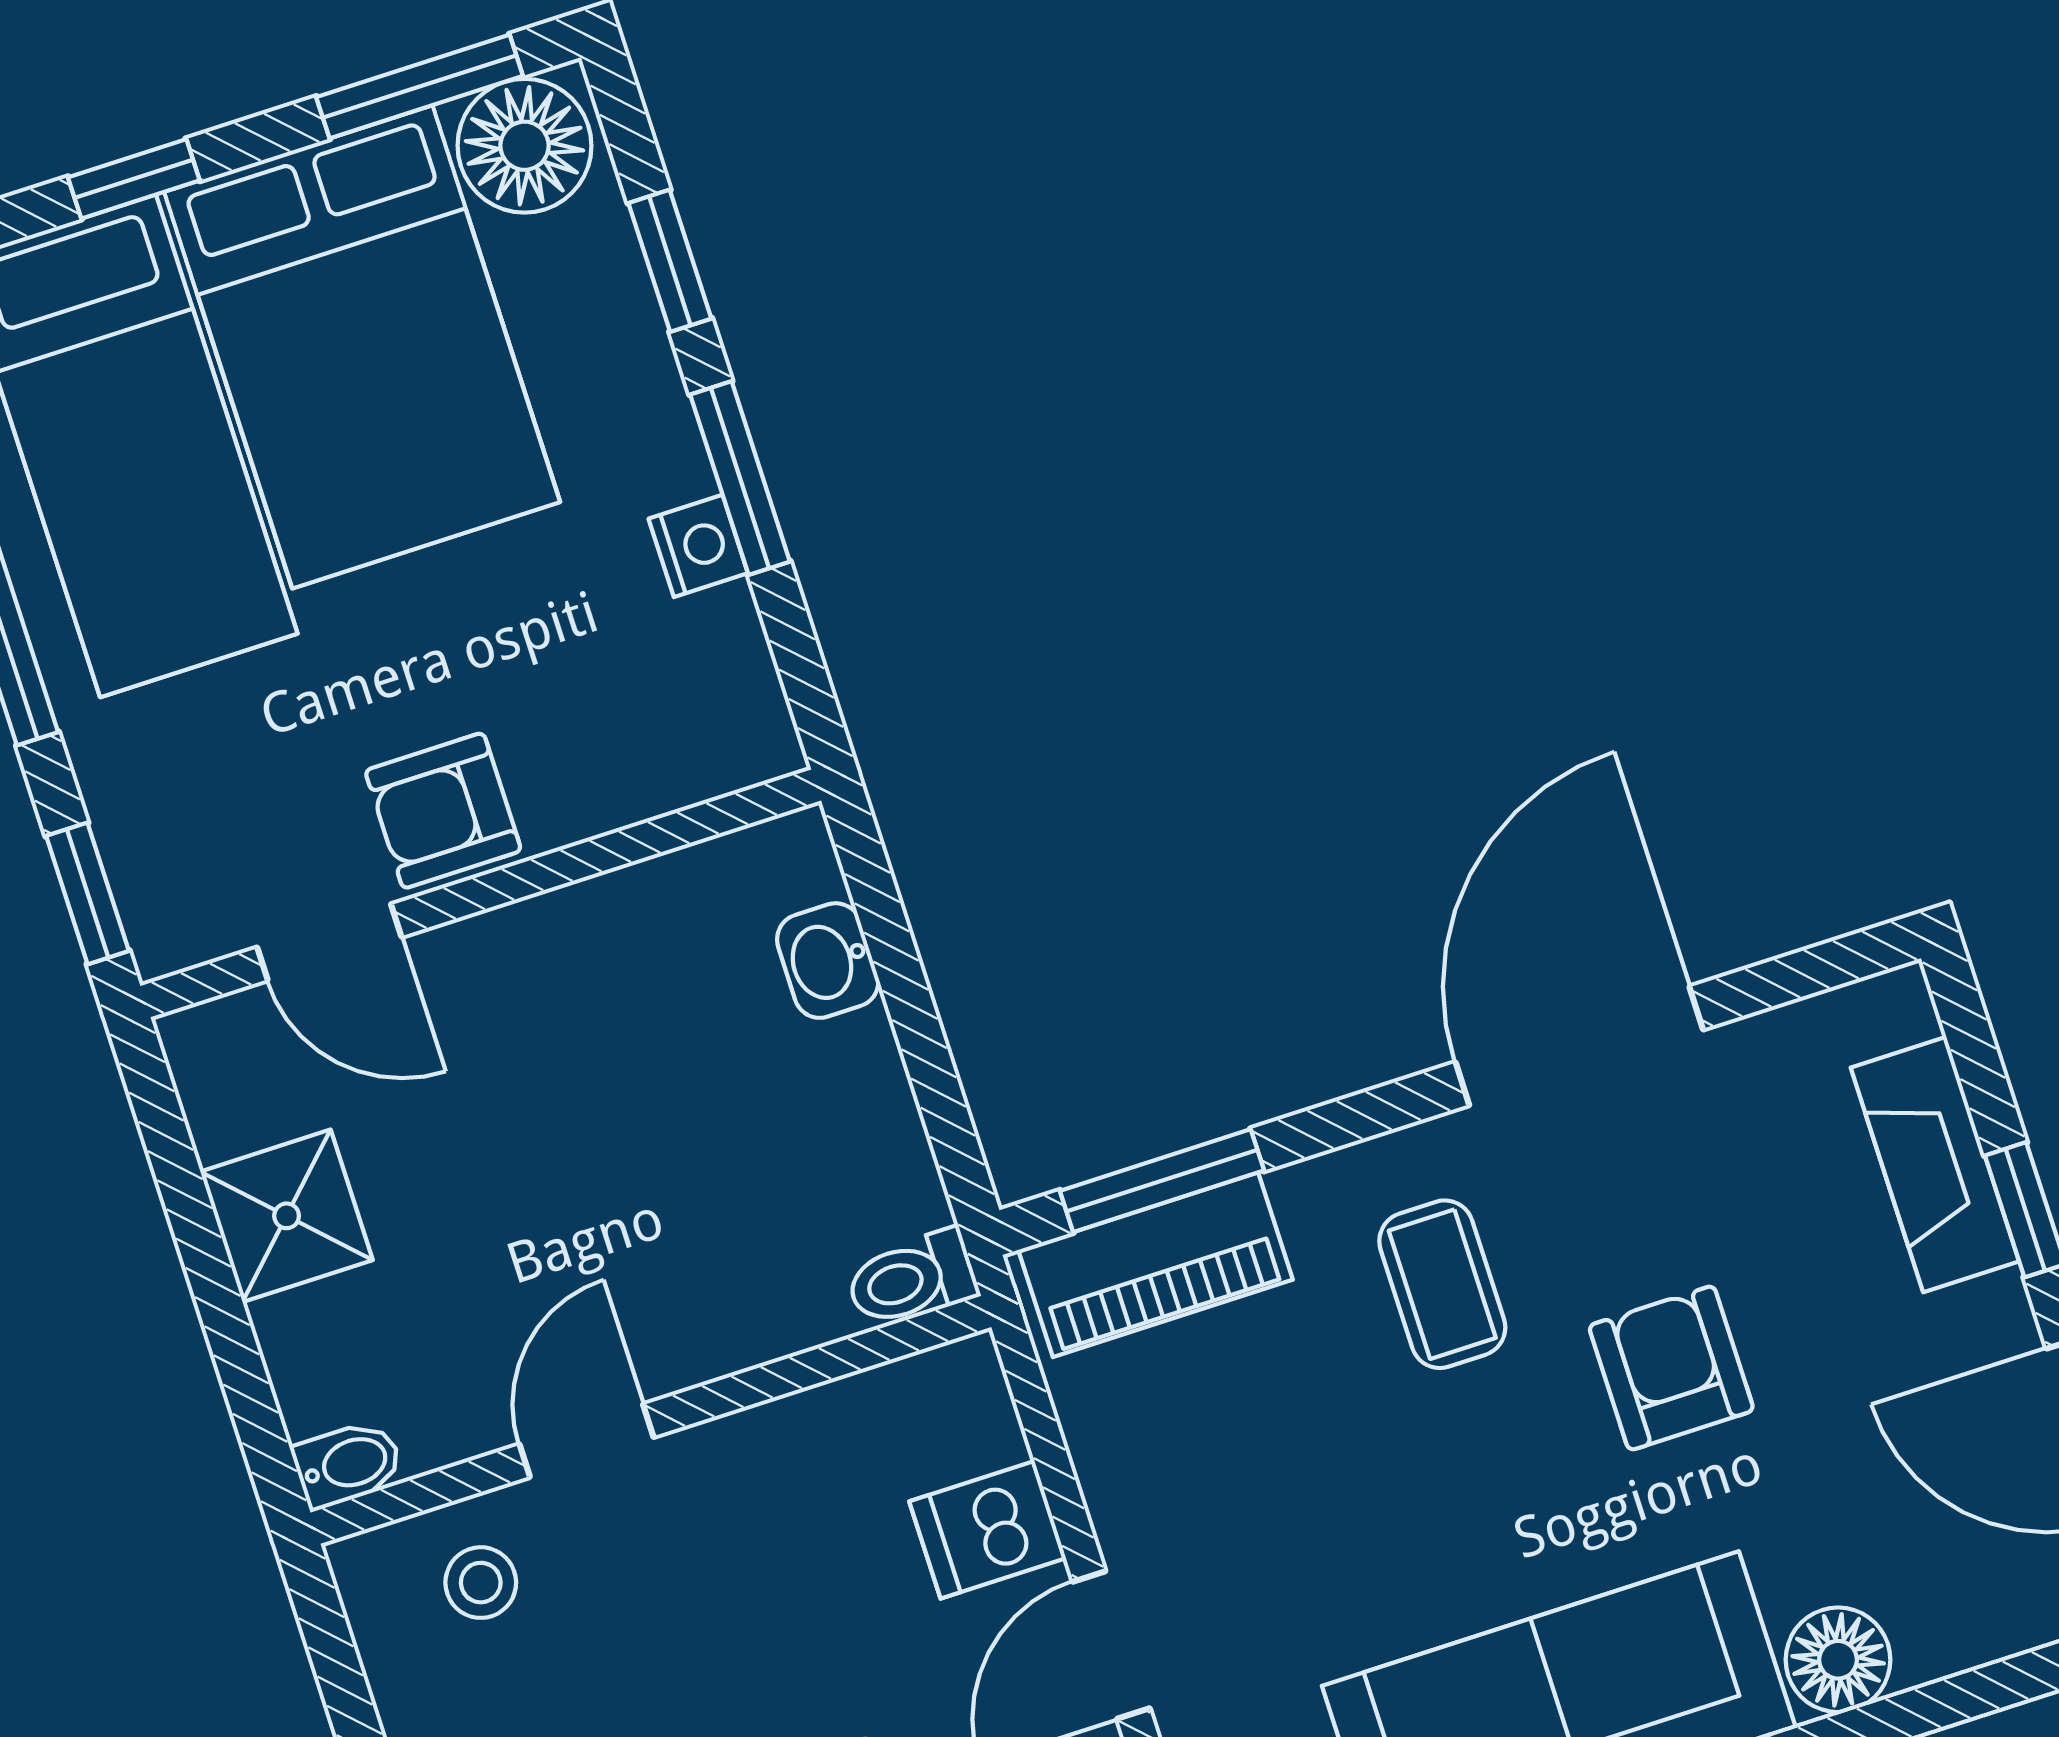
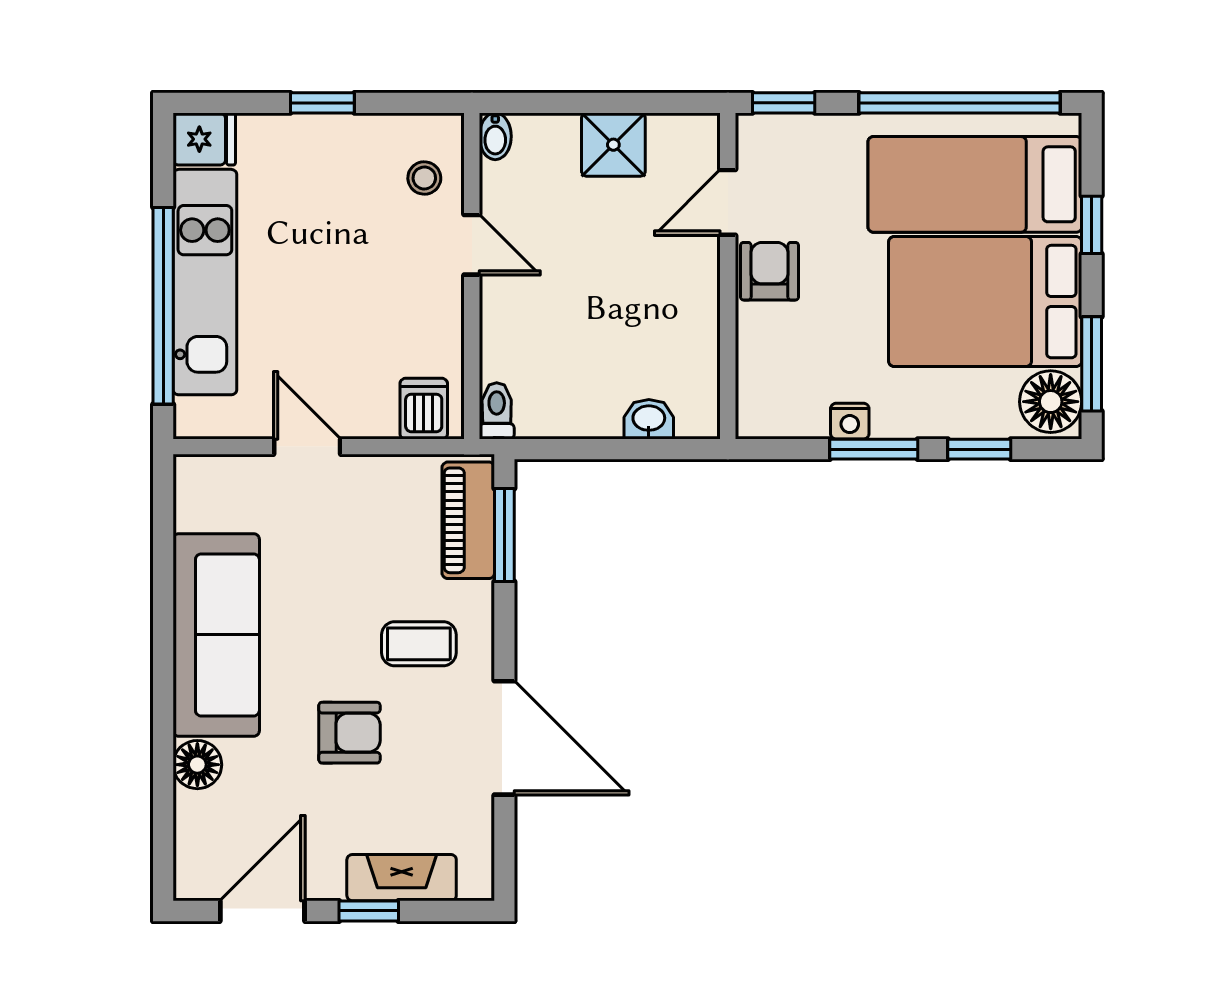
dishwasher: (988, 1530) -> (424, 409), moved

